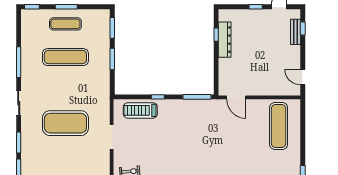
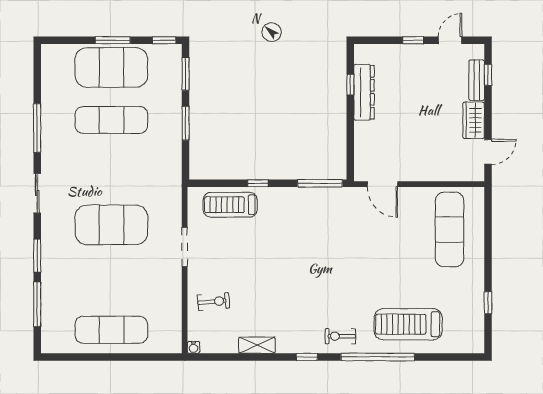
window: (32, 7) -> (164, 40), moved
exercise mat: (65, 24) -> (111, 68), width x2.00, depth x1.45
wardrobe: (294, 57) -> (474, 120), added
door: (303, 77) -> (488, 152), swing flipped

